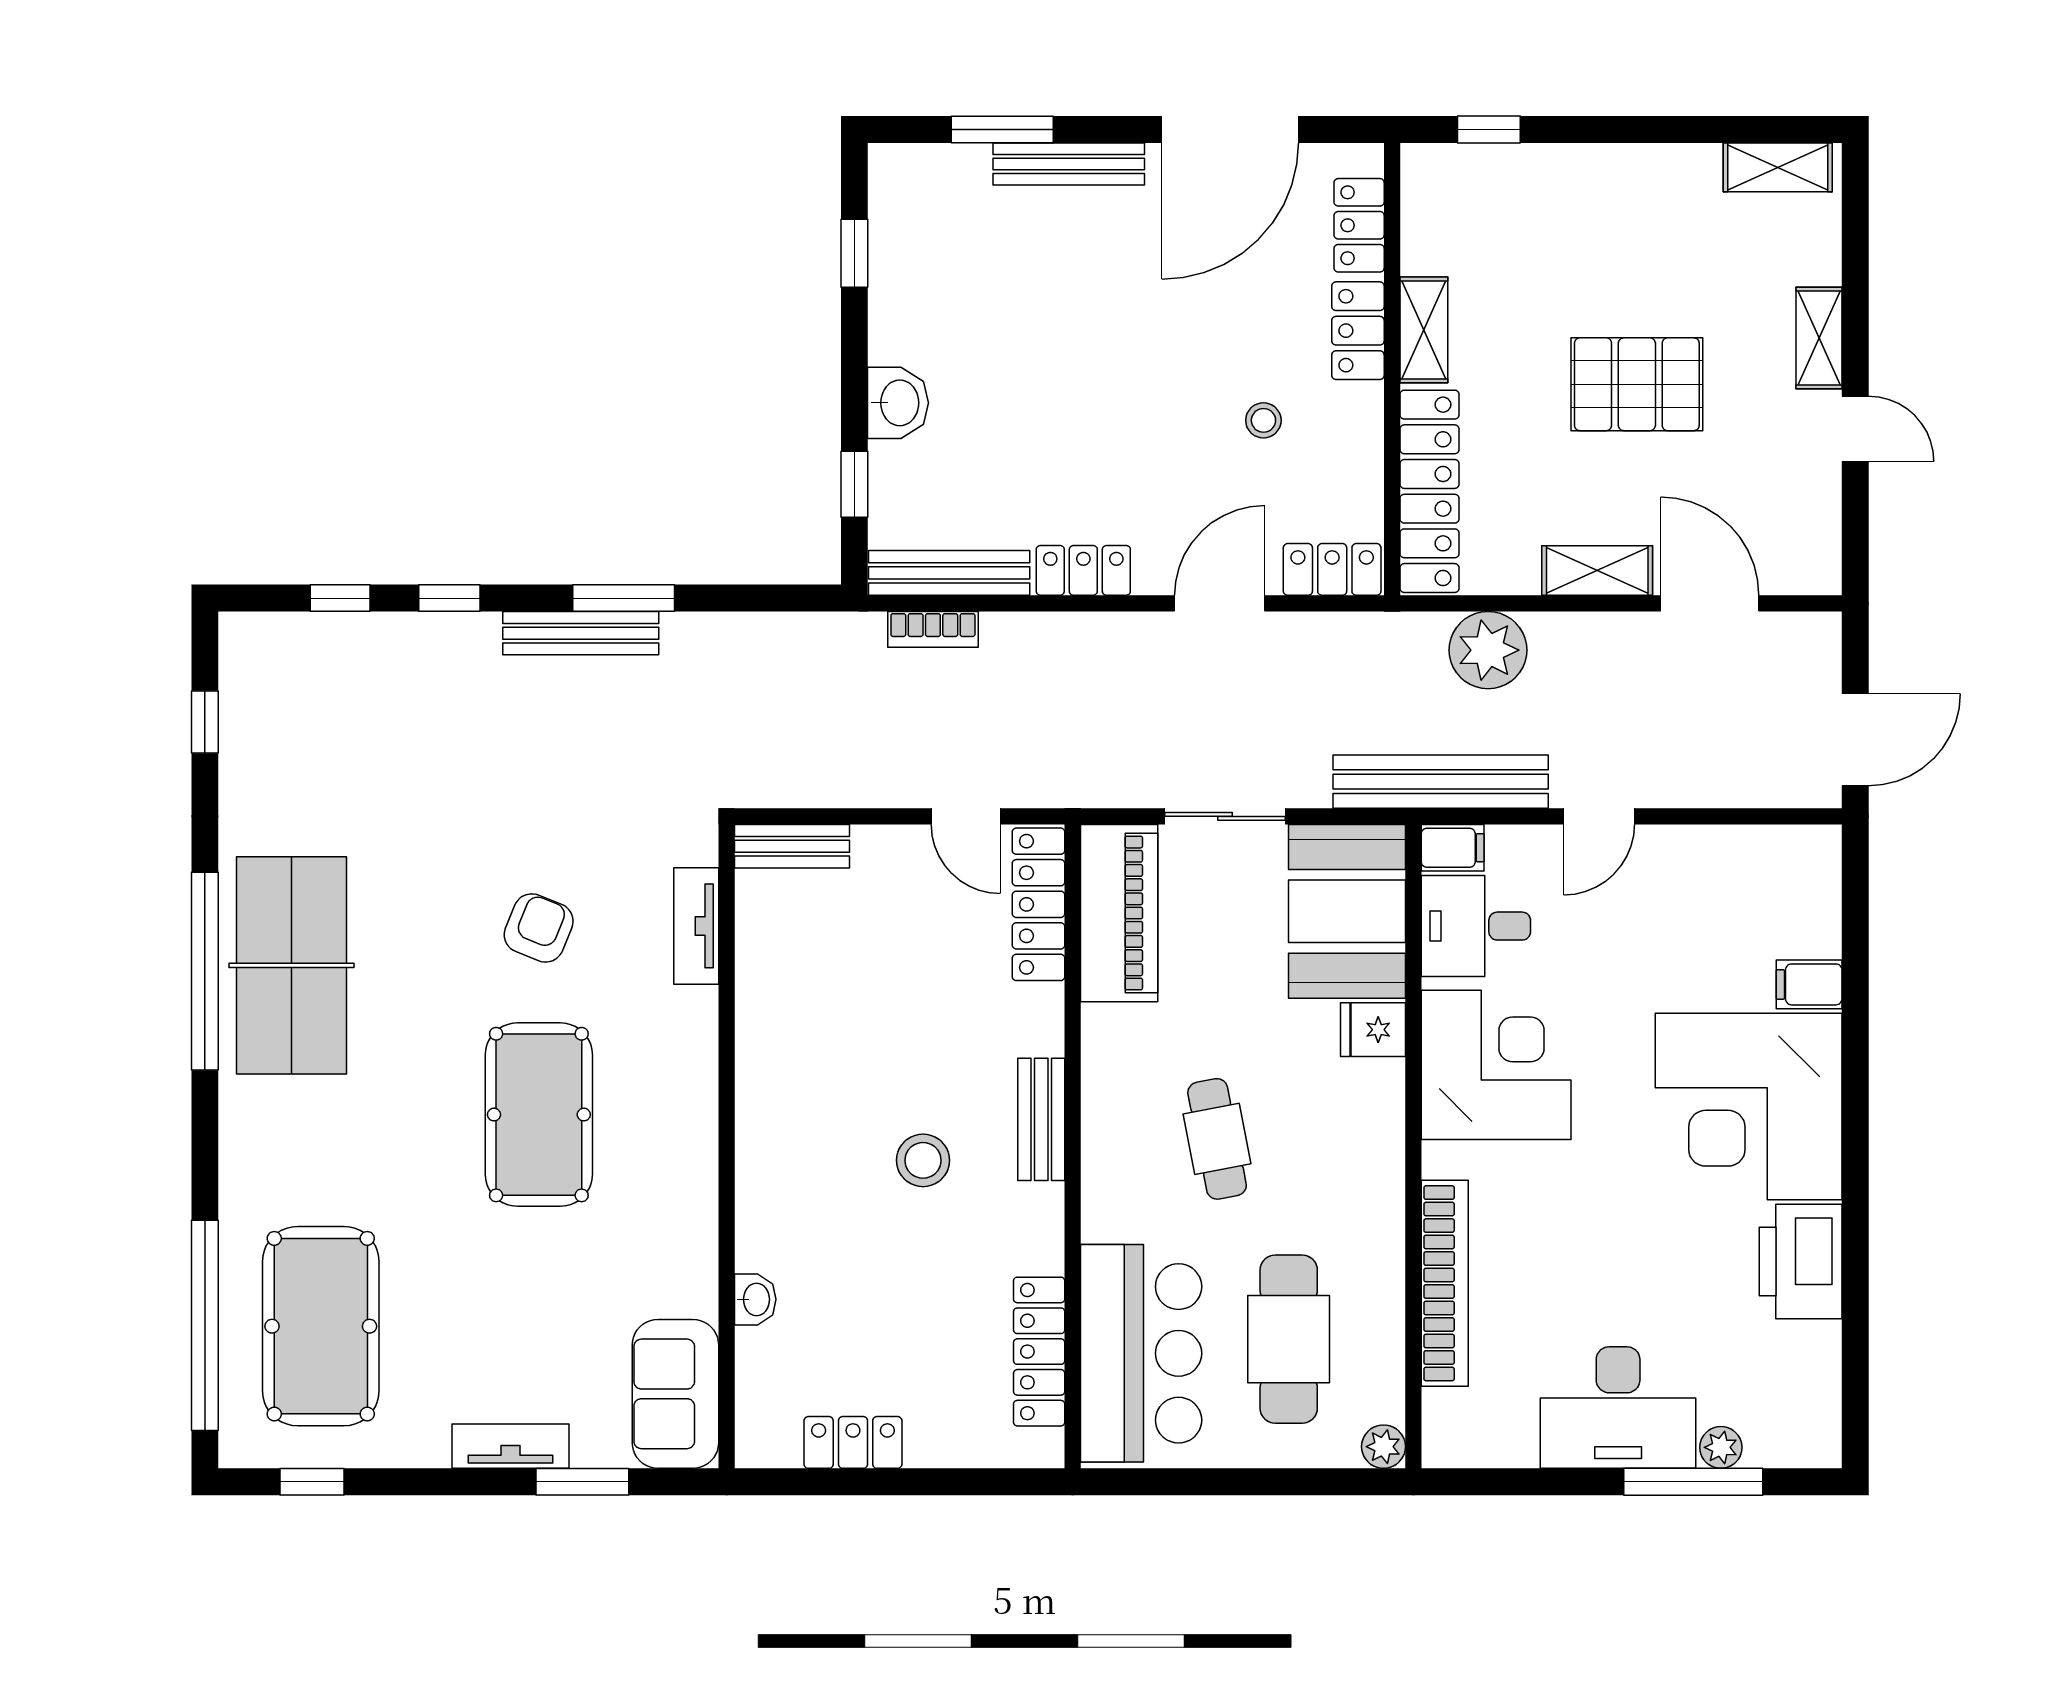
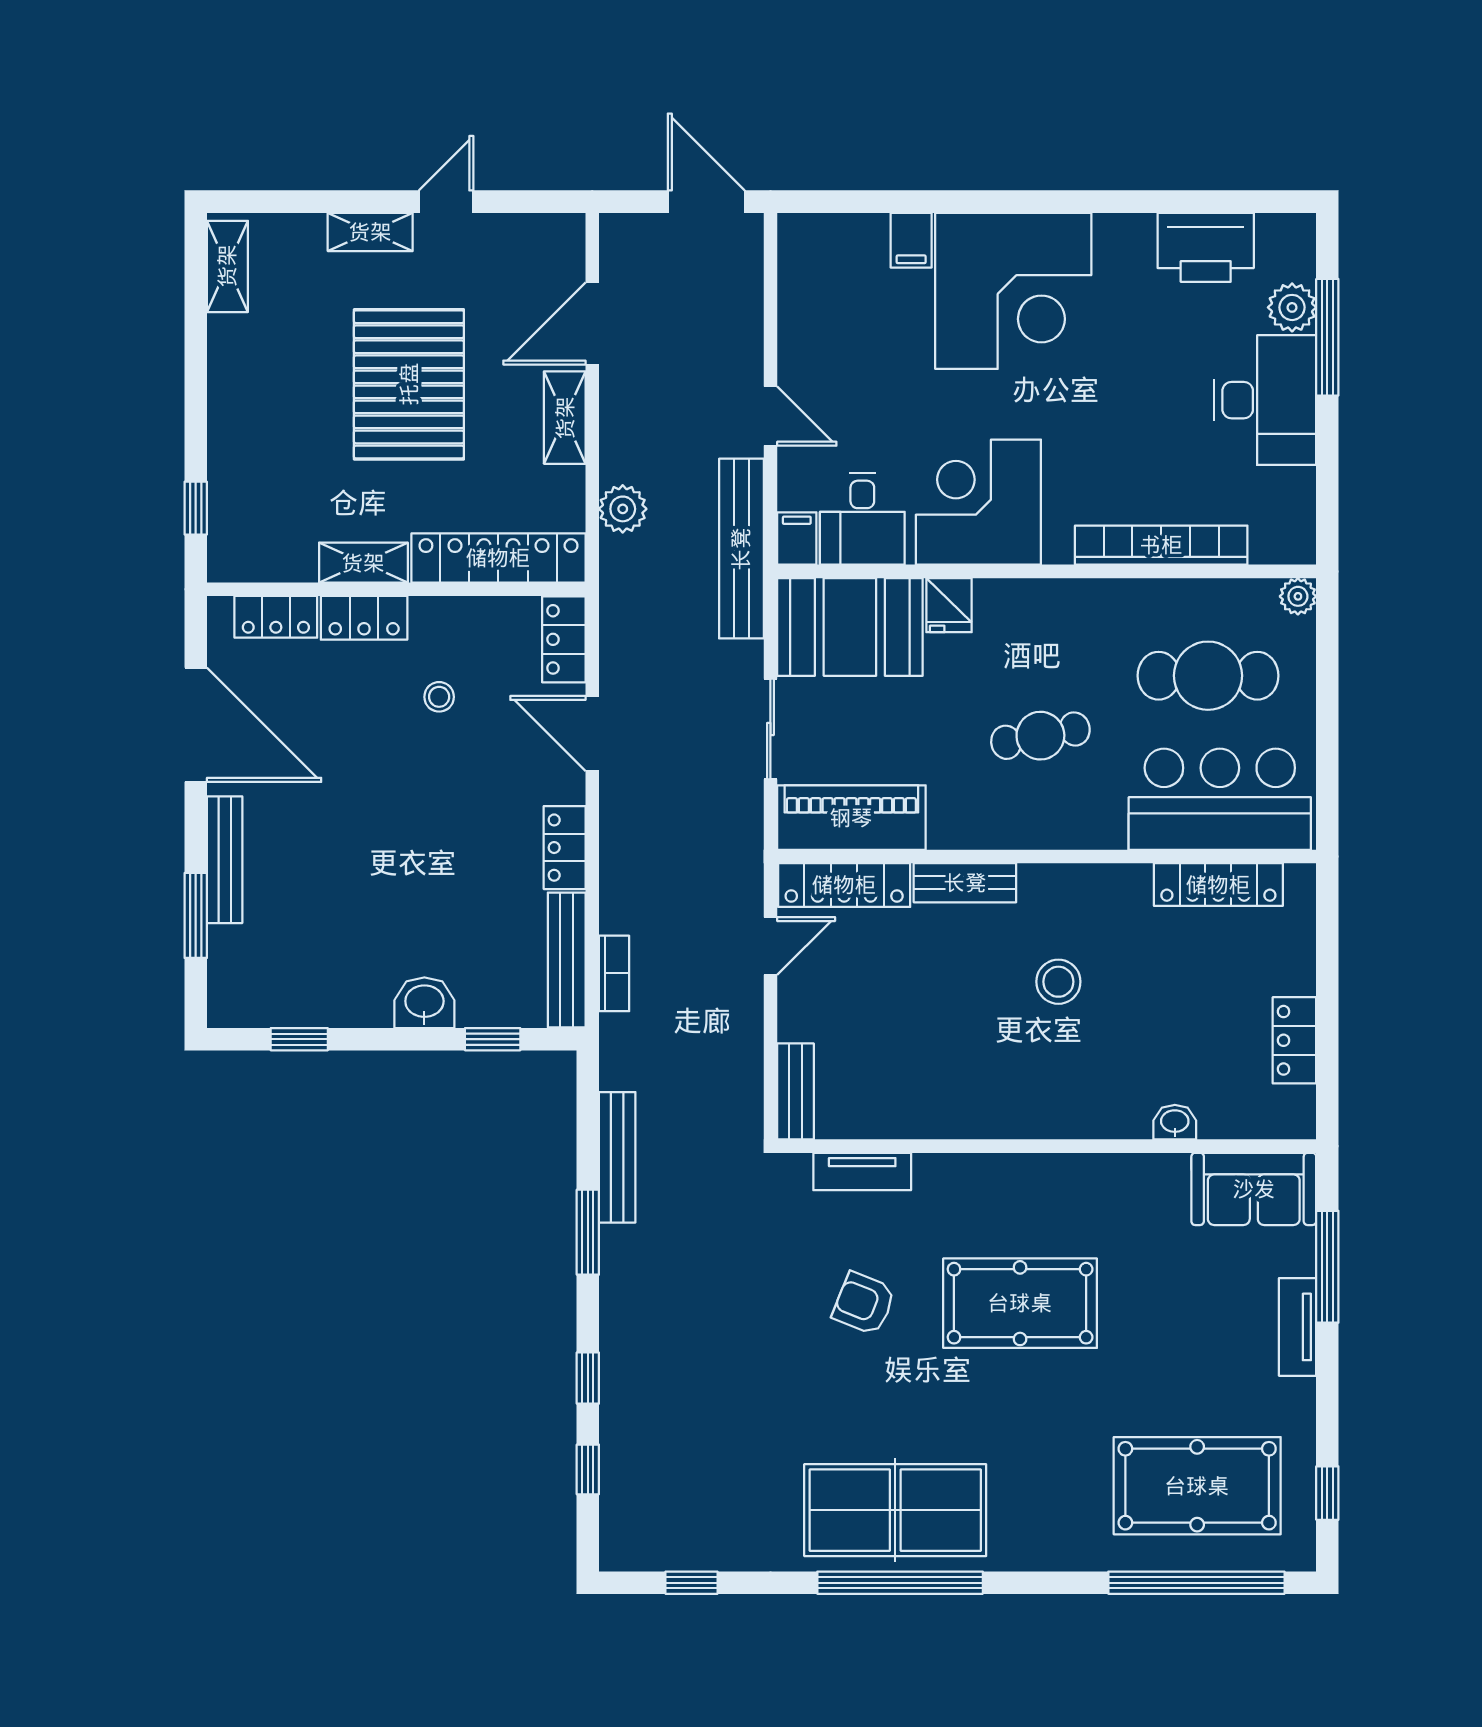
pallet: (1637, 384) -> (409, 384), width x1.37, depth x1.41
bench: (581, 633) -> (617, 1157), moved
plant: (1488, 650) -> (623, 509), width x0.73, depth x0.73
bench: (1041, 1119) -> (965, 883), moved
printer: (1801, 1262) -> (1206, 247), moved
plant: (1721, 1447) -> (1292, 307), width x1.38, depth x1.38
window: (582, 1482) -> (1327, 1267), width x1.44

